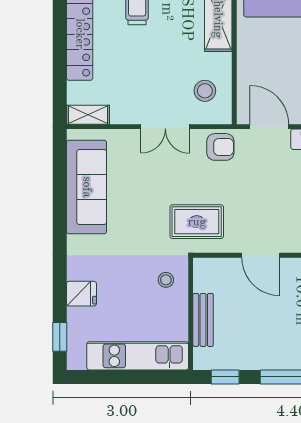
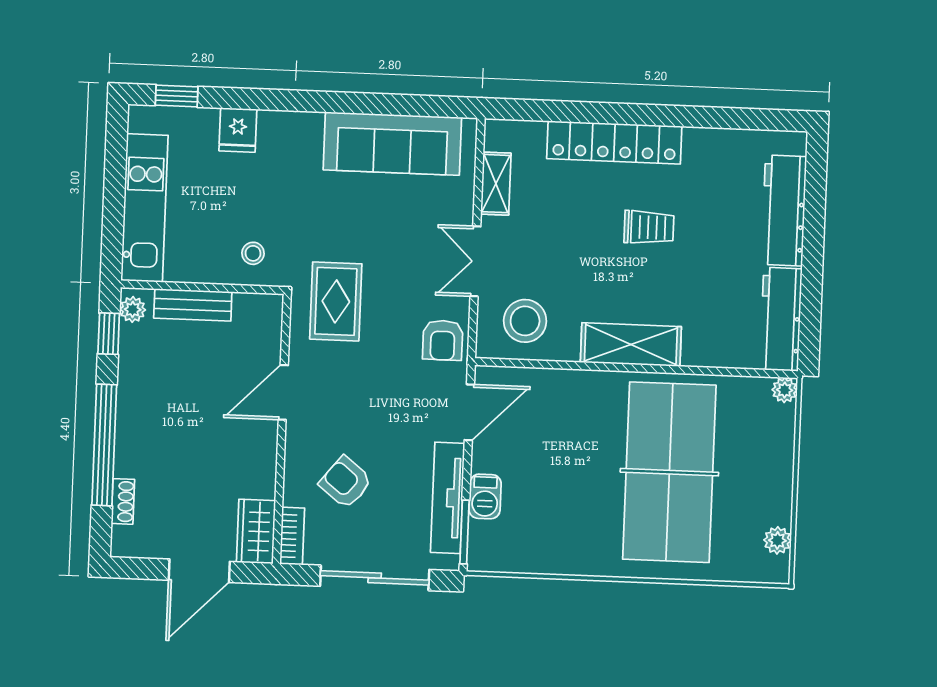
stool: (205, 91) -> (525, 321), width x1.38, depth x1.38
shelving: (88, 115) -> (496, 184), moved
plant: (208, 361) -> (133, 309), added

